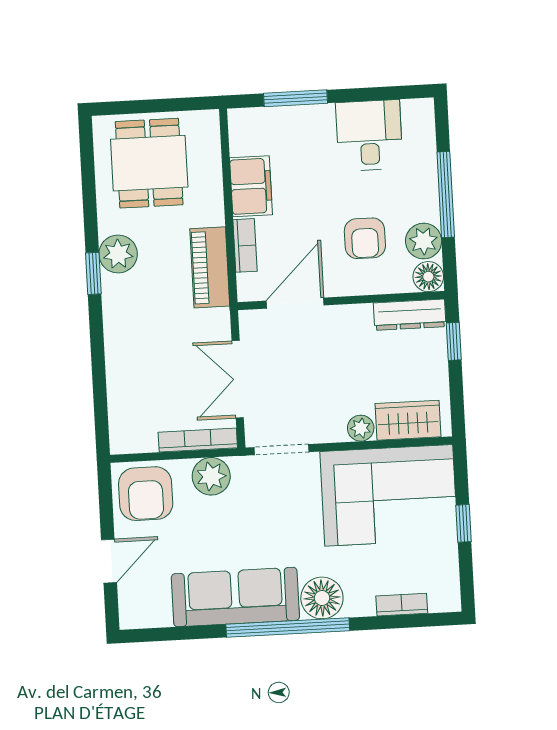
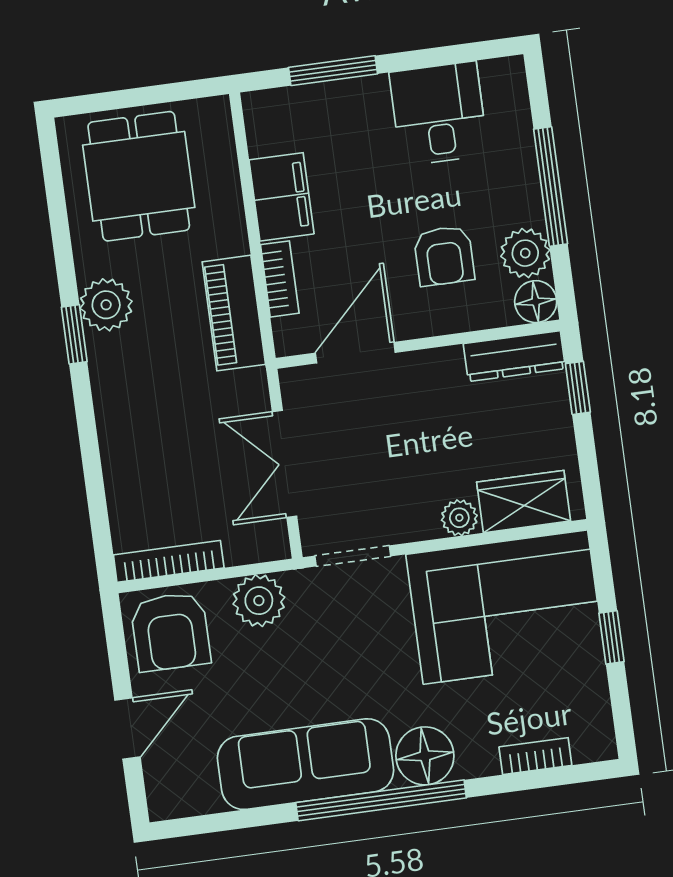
bookcase: (198, 440) -> (169, 561), moved

